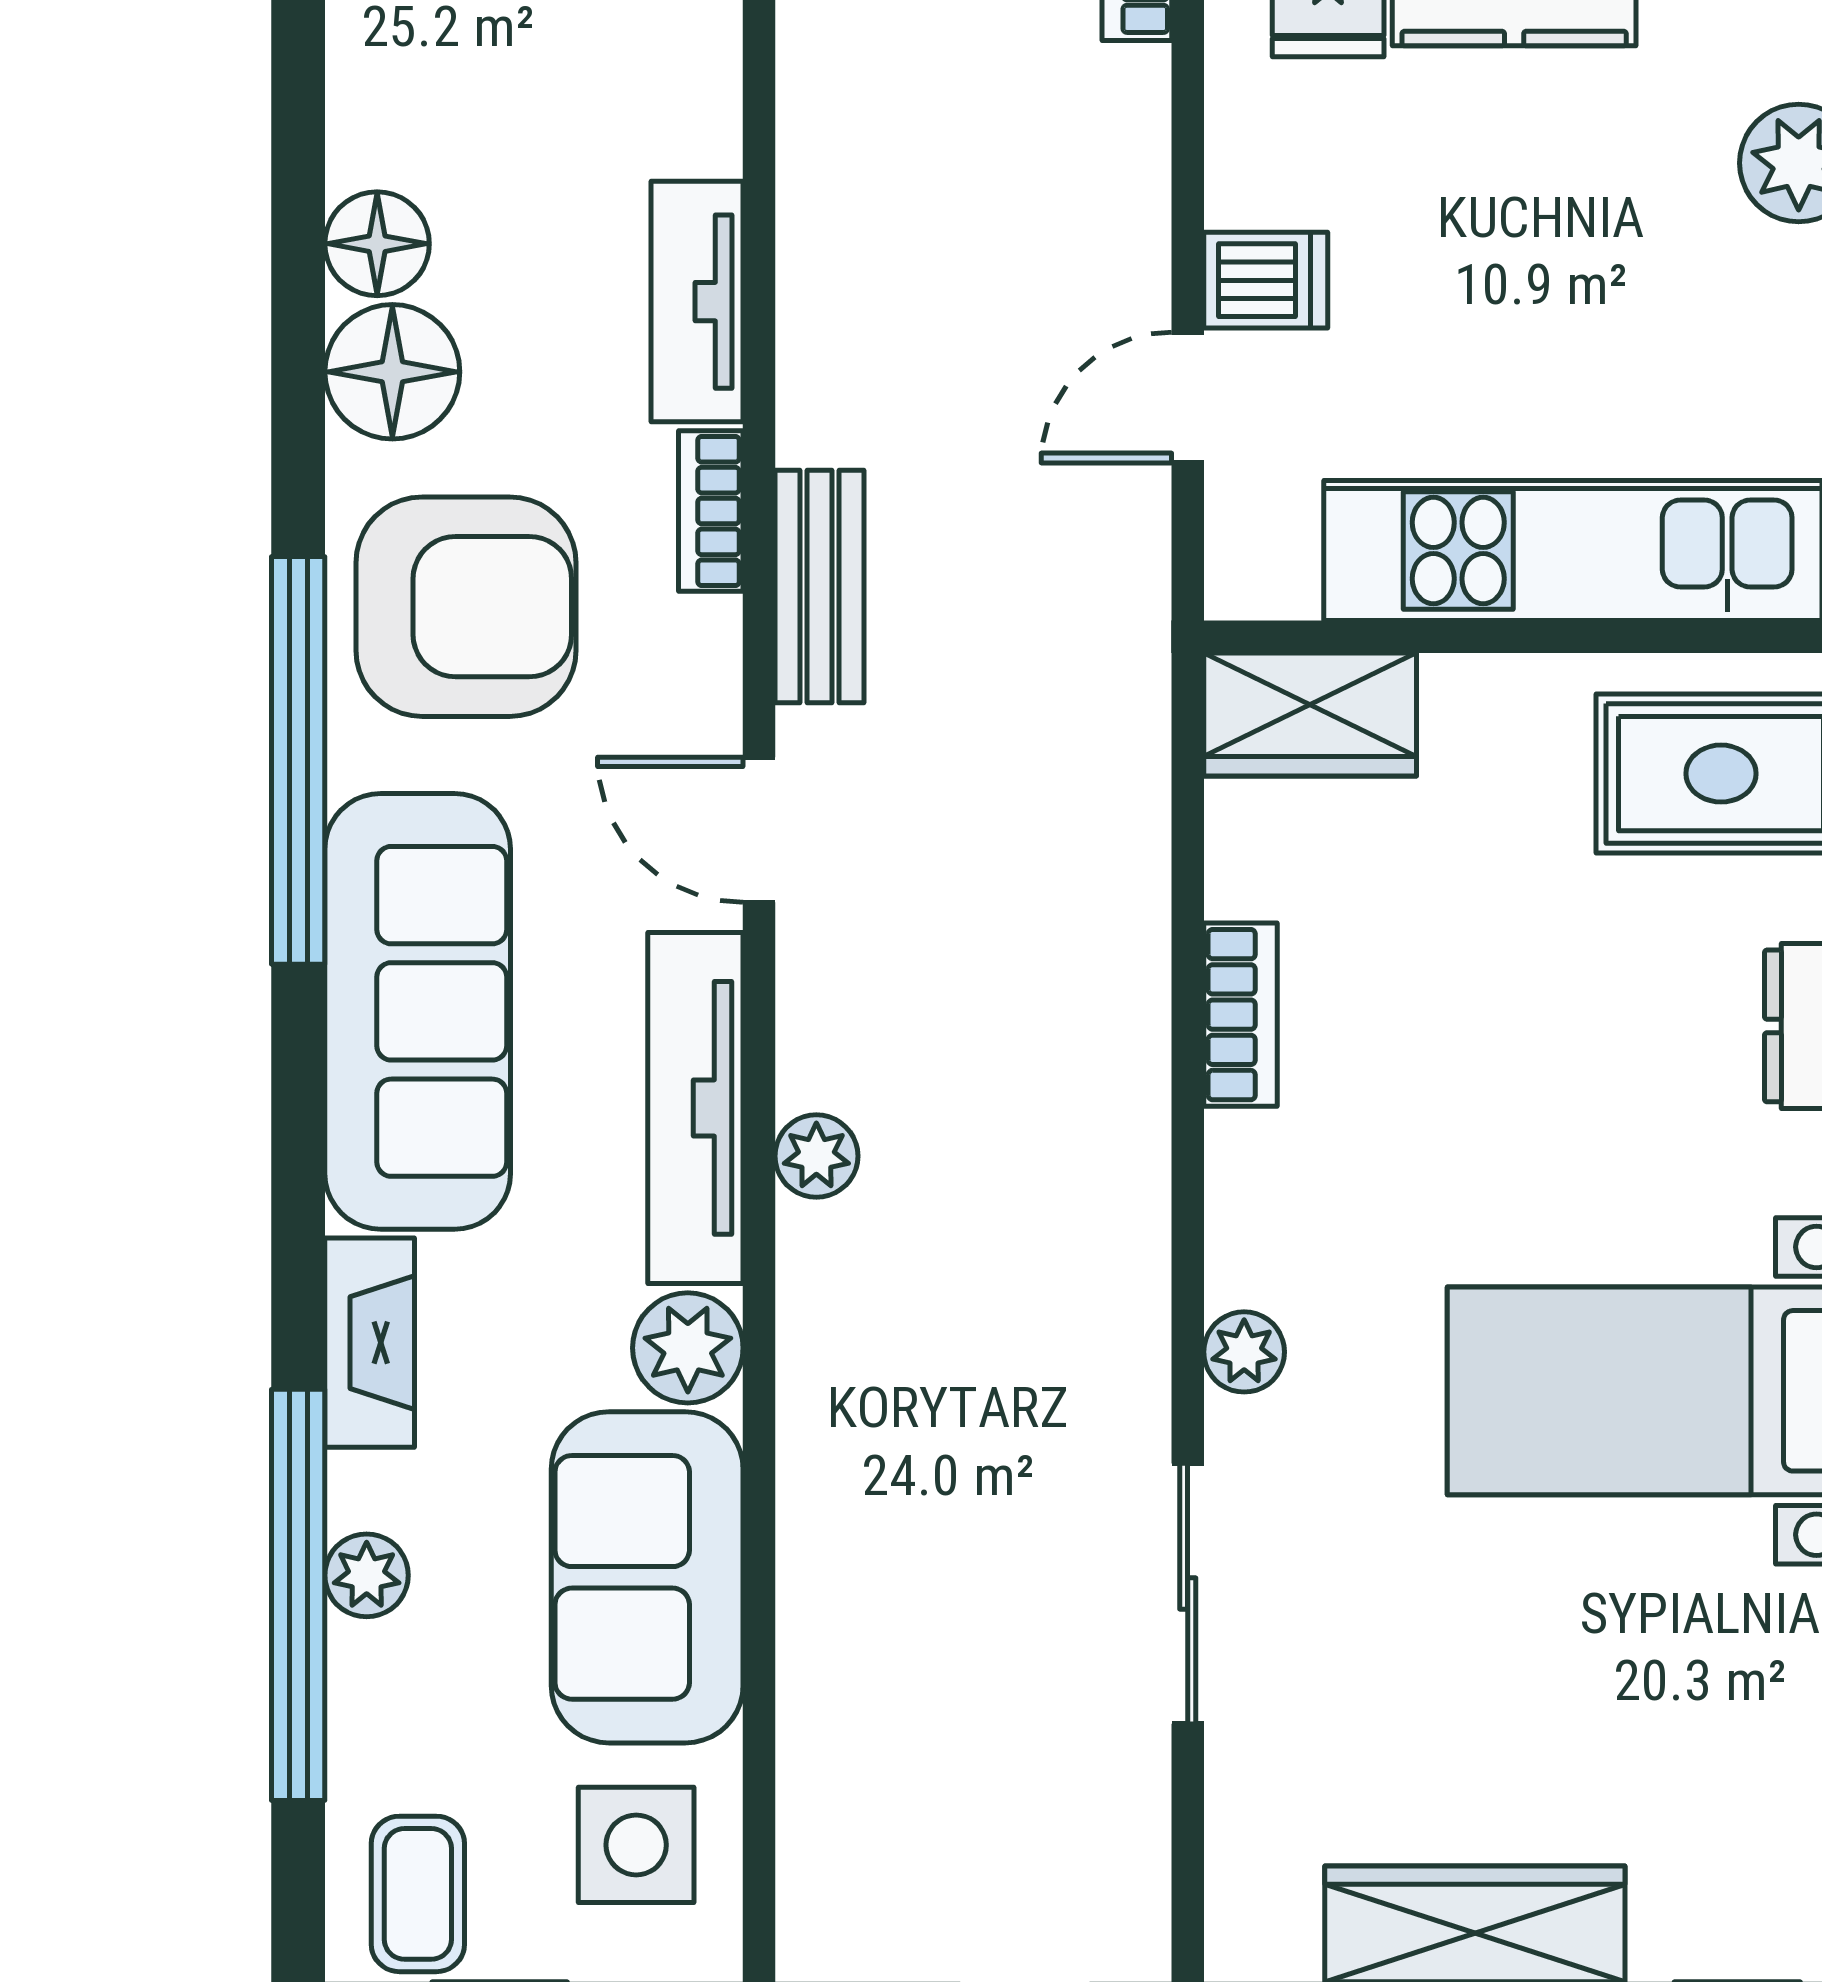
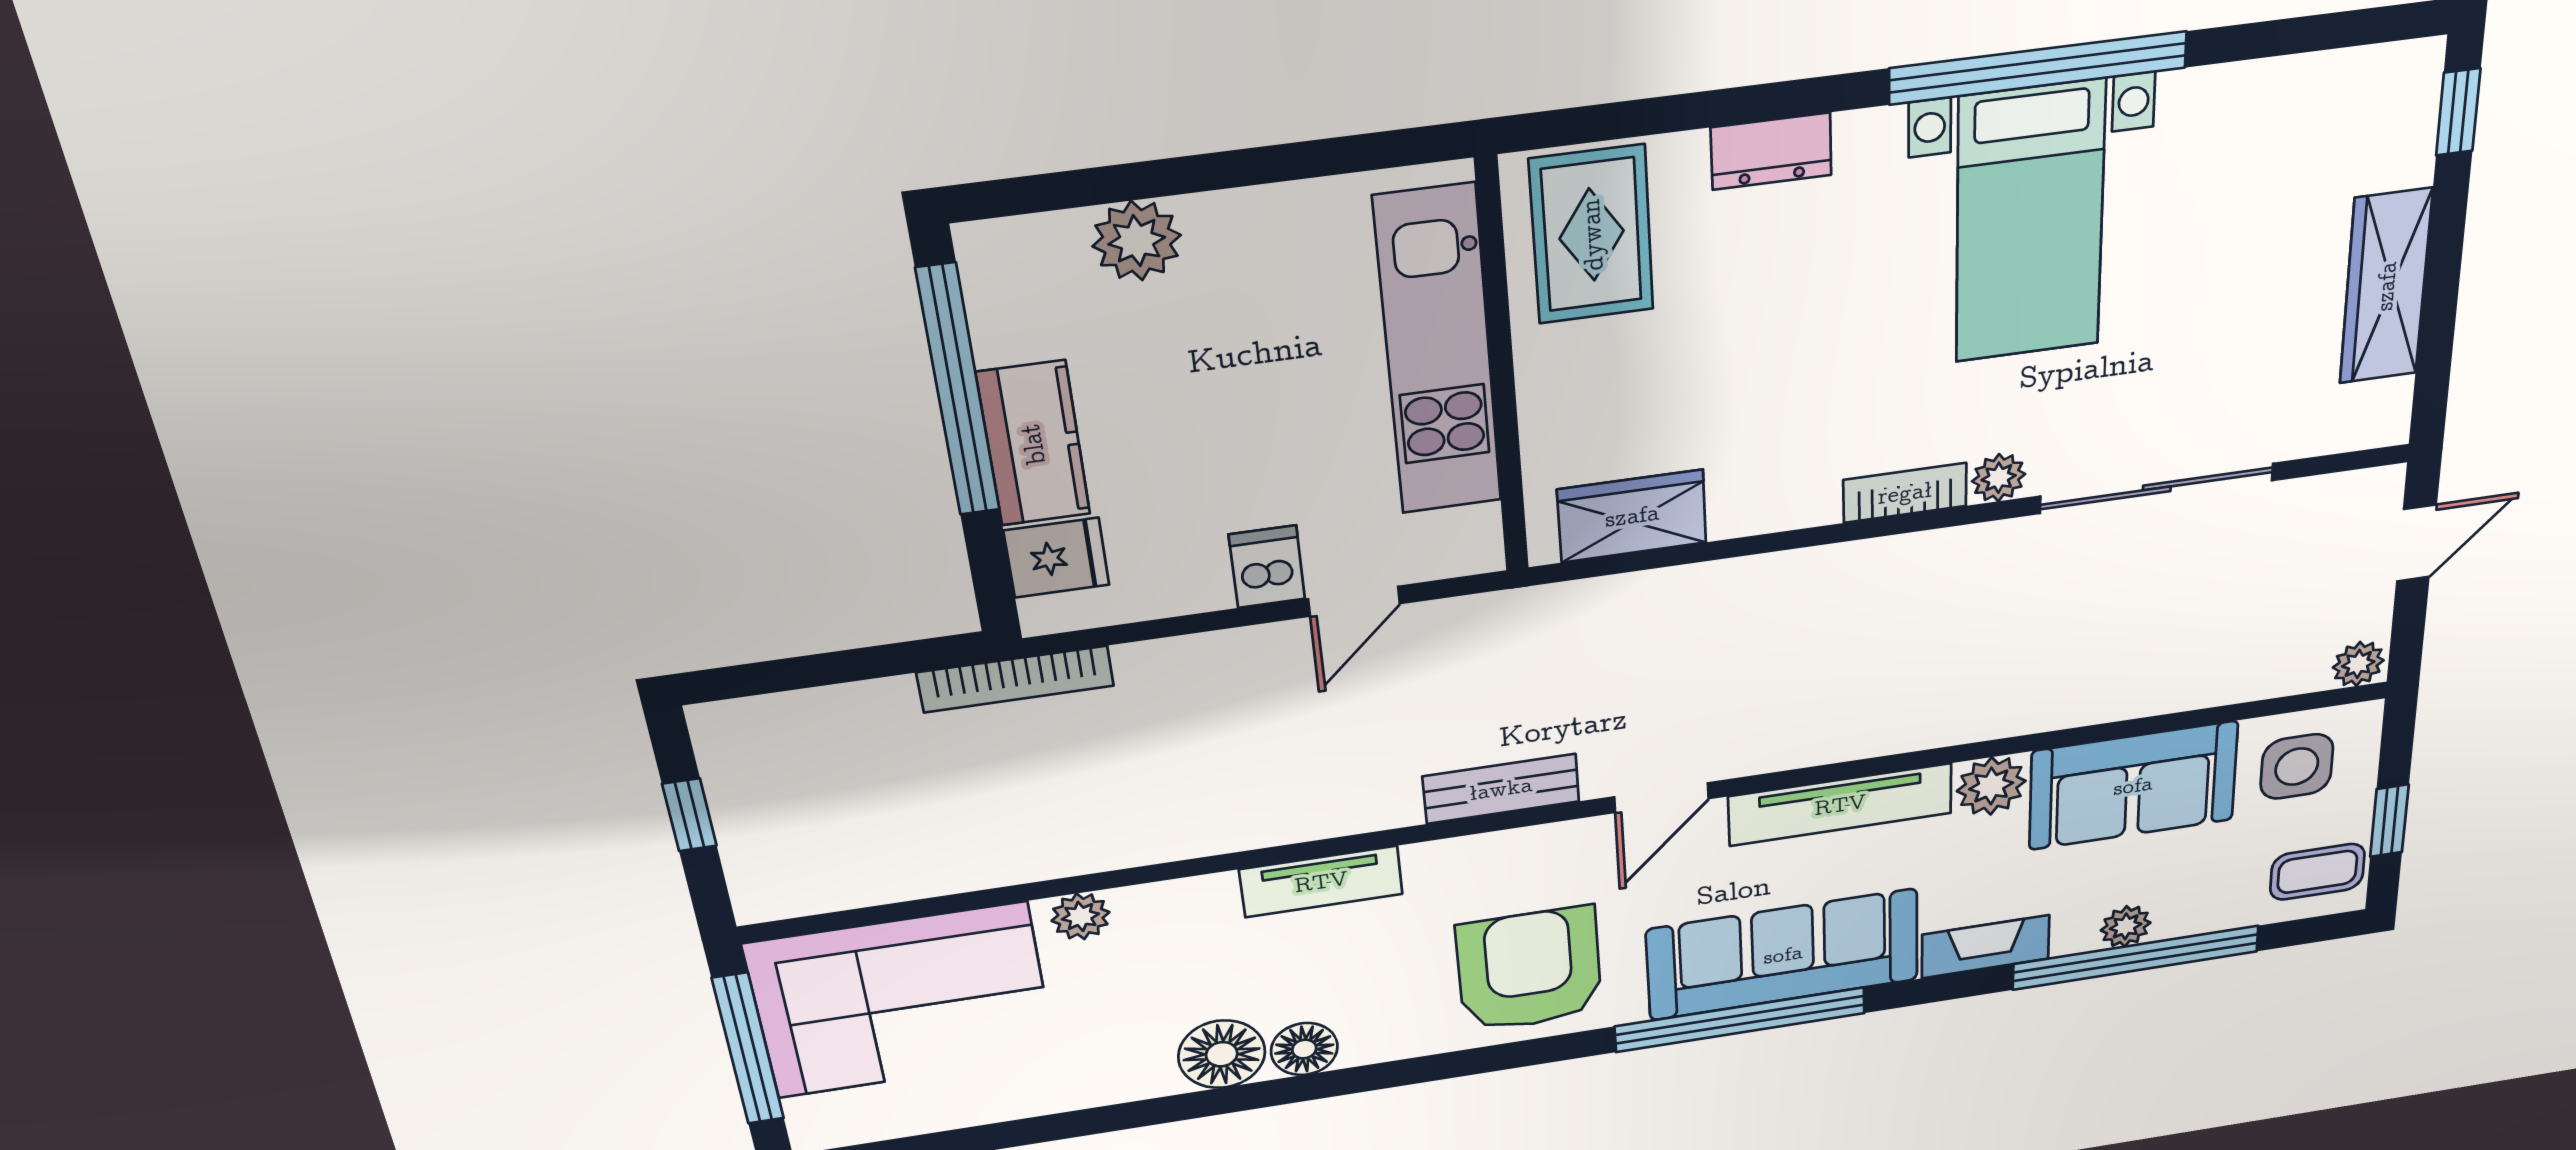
floor lamp: (392, 372) -> (1222, 1054), moved
door: (1188, 398) -> (1354, 601), hinge flipped
bookcase: (711, 511) -> (1457, 854), removed
wardrobe: (1310, 714) -> (1632, 516), moved, turned -90
window: (298, 760) -> (1740, 1020), moved
bookcase: (1240, 1015) -> (1905, 493), moved
plant: (816, 1156) -> (2358, 664), moved
sliding door: (1188, 1594) -> (2157, 488), width x1.37

